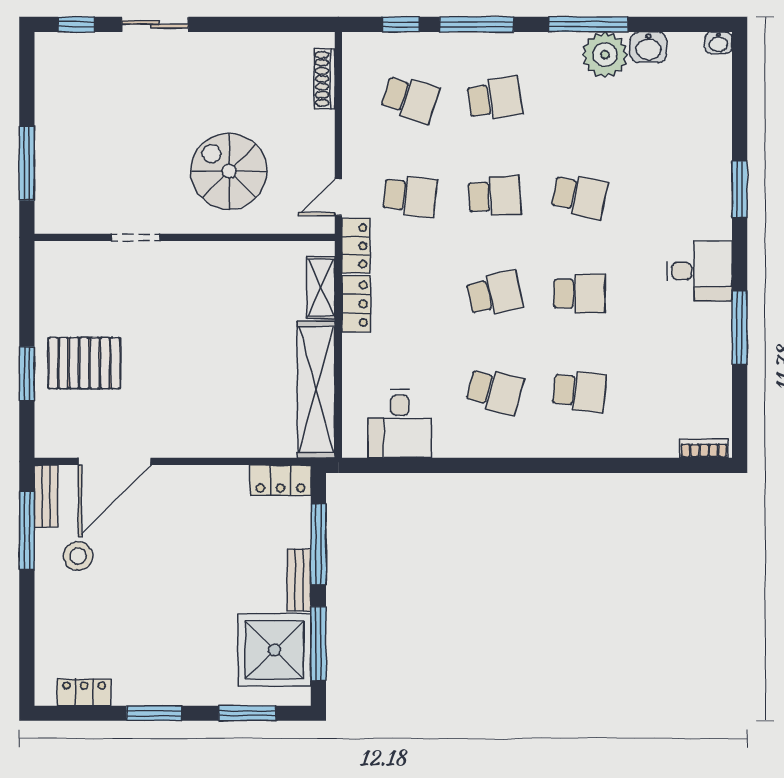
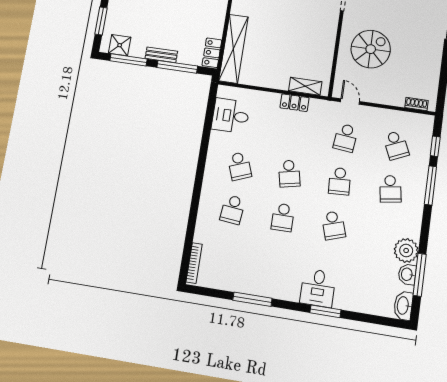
window: (588, 24) -> (420, 275), moved
washbasin: (718, 43) -> (403, 306), width x1.91, depth x1.45
shoe rack: (324, 79) -> (416, 104), width x0.70
school desk: (410, 99) -> (396, 145), turned -42
school desk: (579, 196) -> (333, 225), turned -30
locker: (356, 246) -> (324, 107), removed
desk: (699, 271) -> (318, 288), moved
shelving: (316, 389) -> (233, 49), moved, turned 90
school desk: (495, 391) -> (239, 166), turned -36
bookcase: (704, 448) -> (194, 263), width x1.56
shower: (275, 650) -> (120, 45), width x0.54, depth x0.54

